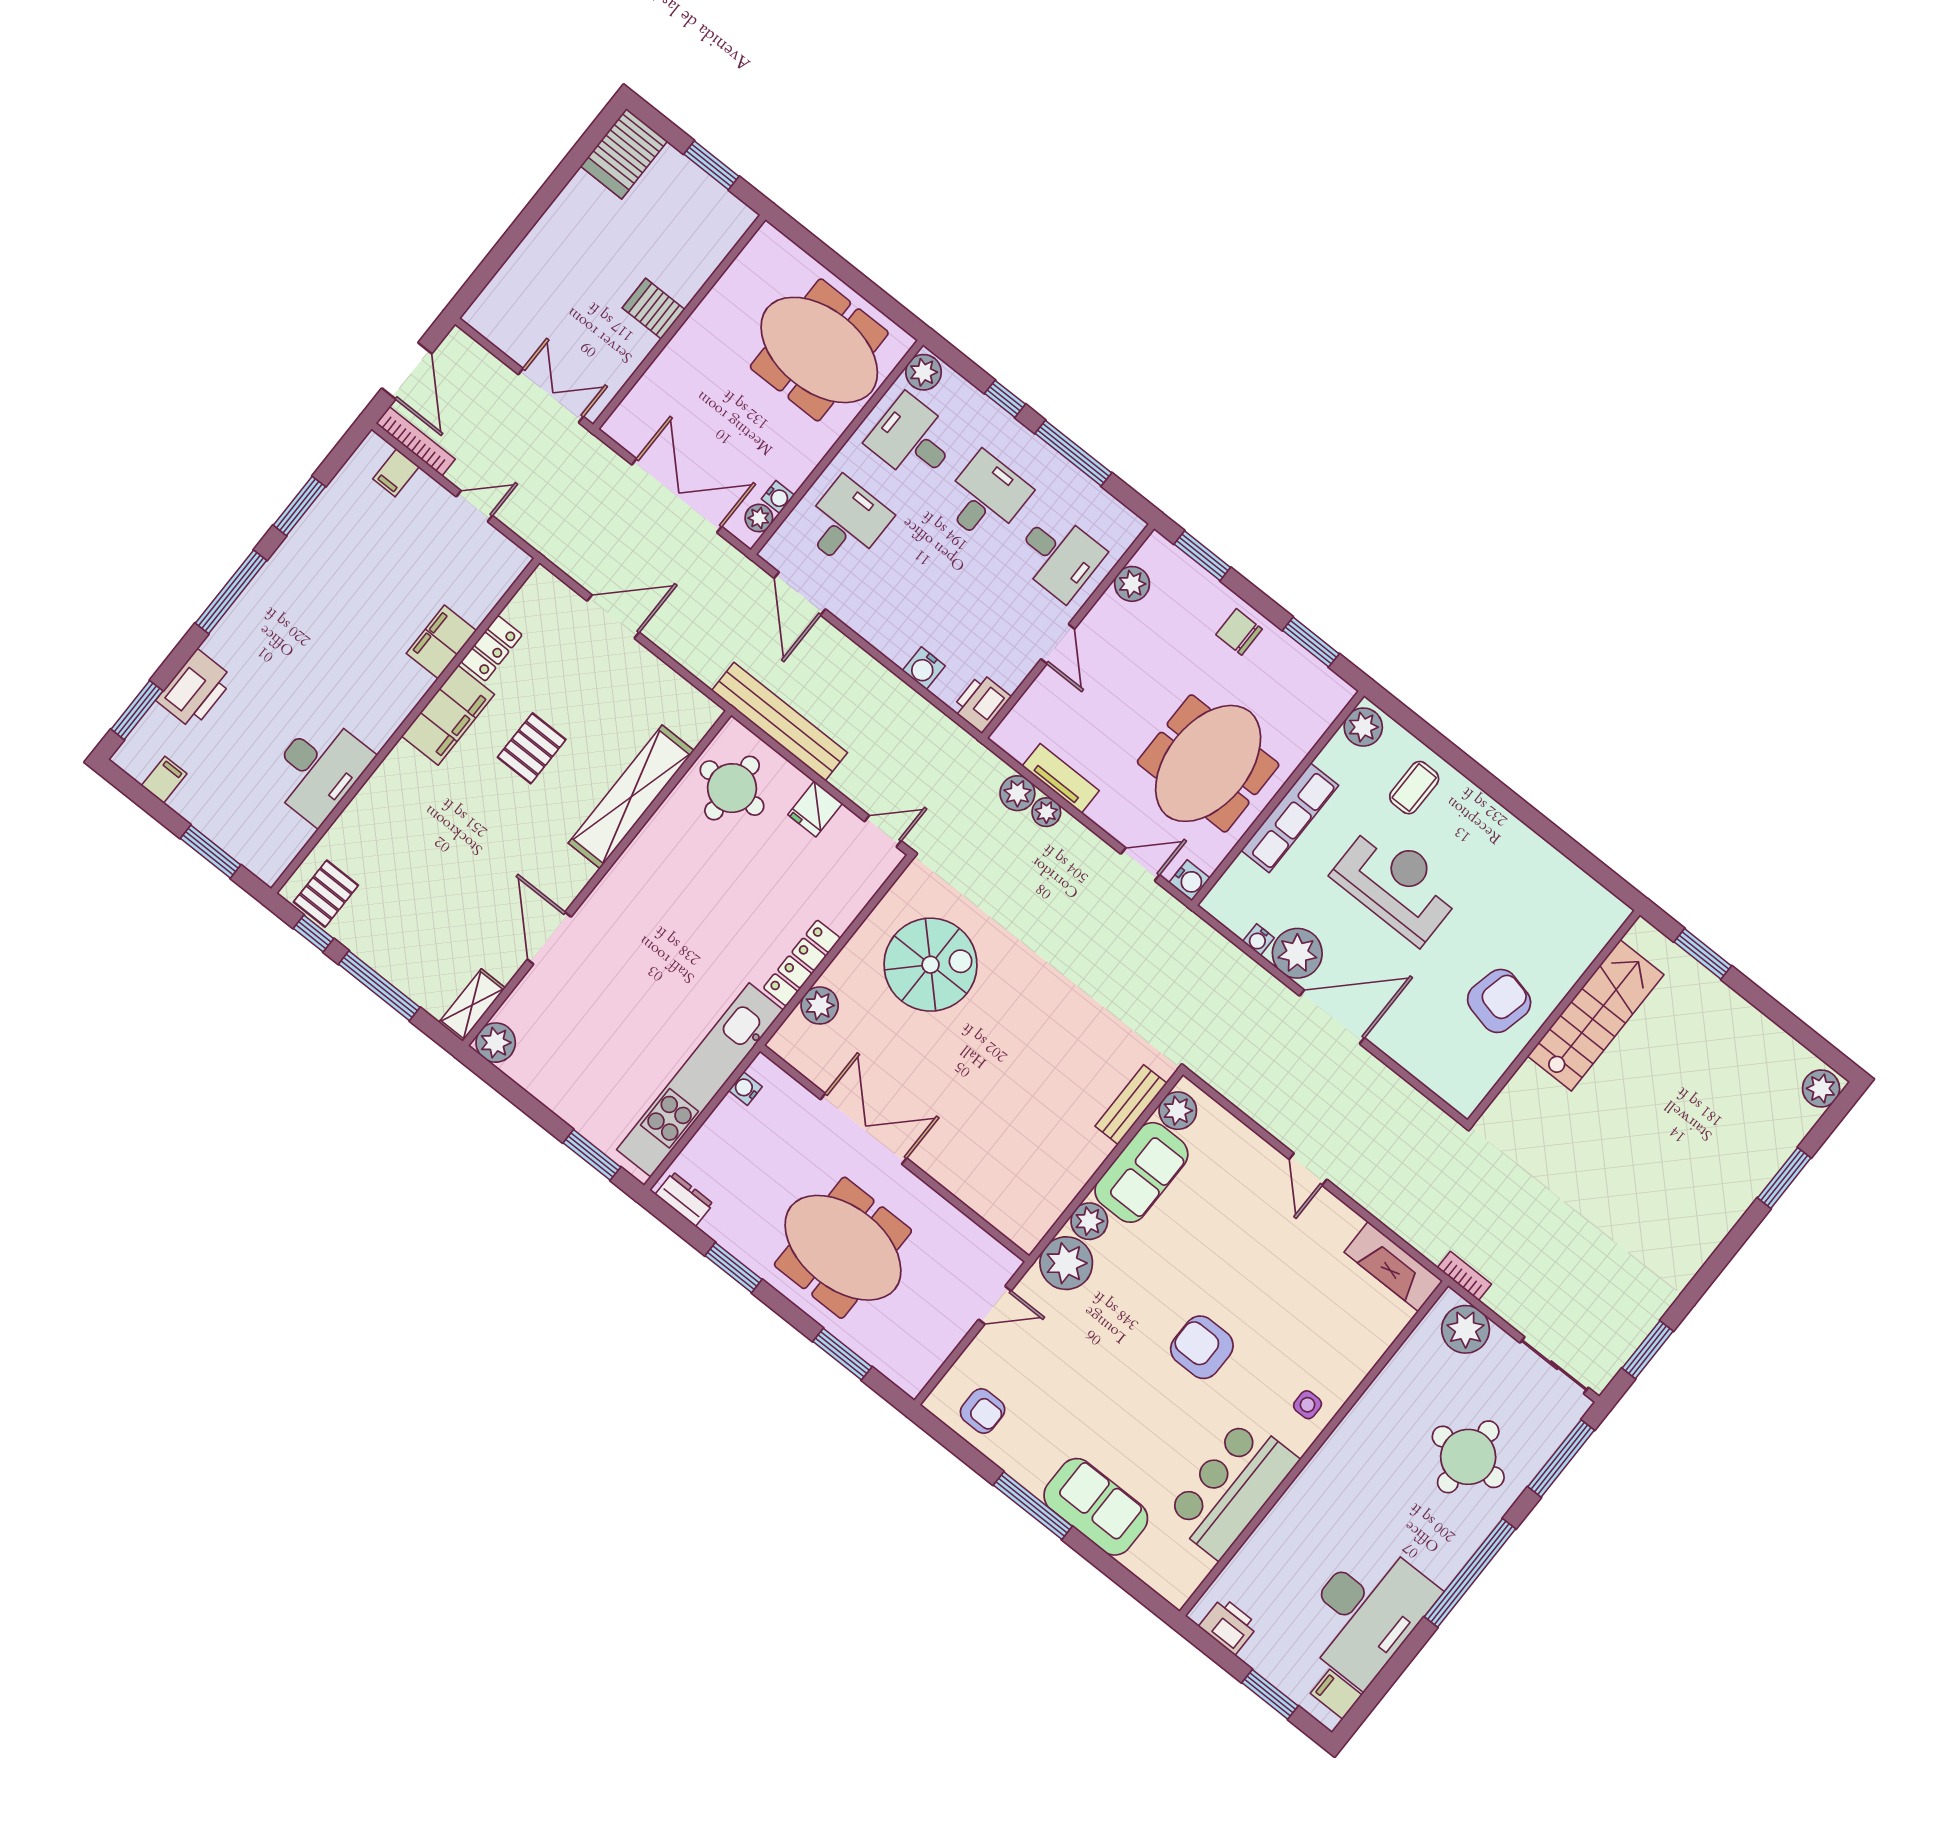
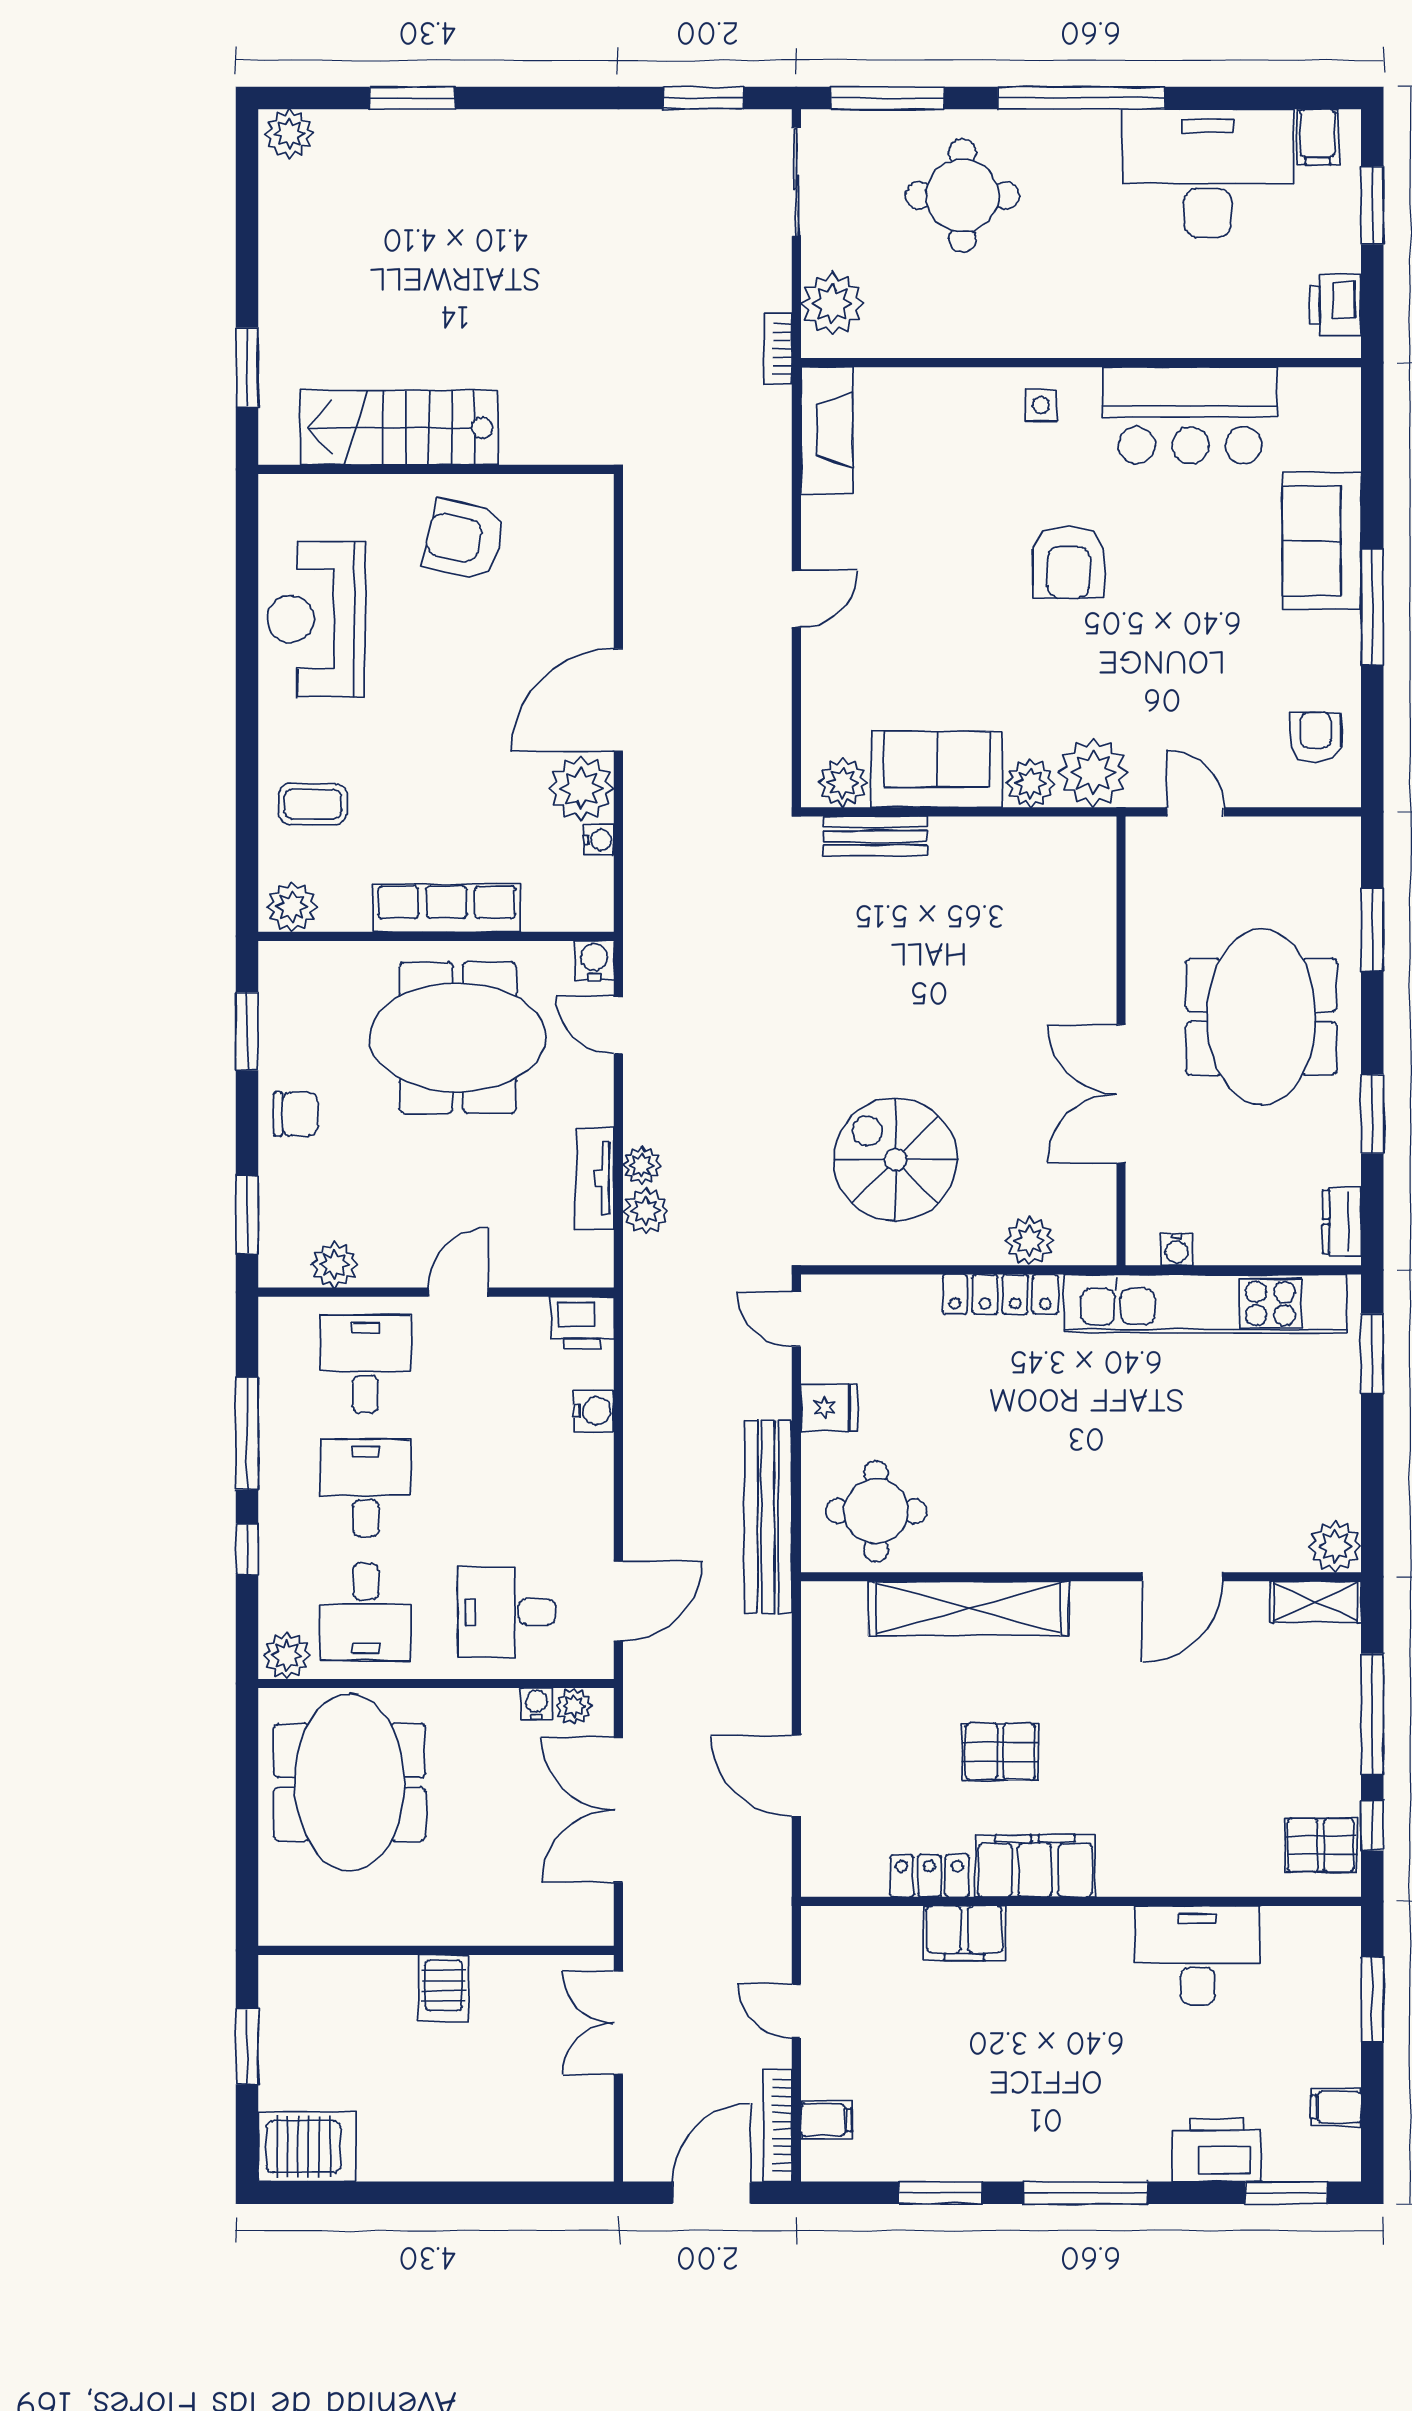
desk: (986, 498) -> (366, 1488), turned 90
chair: (1239, 632) -> (296, 1114), turned -90
reception desk: (1397, 884) -> (316, 619), moved
door: (1332, 1017) -> (618, 700), hinge flipped

